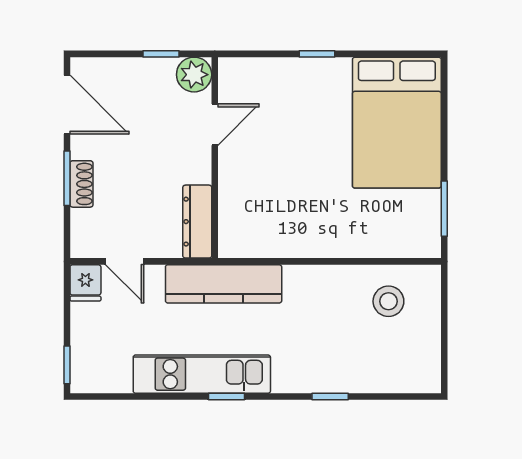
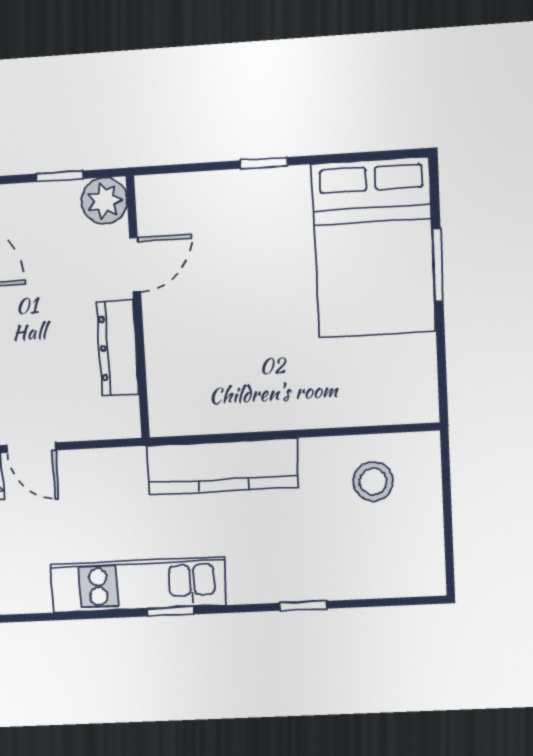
window: (444, 209) -> (438, 265), moved
dresser: (197, 222) -> (118, 348), moved
kitchen counter: (224, 284) -> (223, 466), moved

